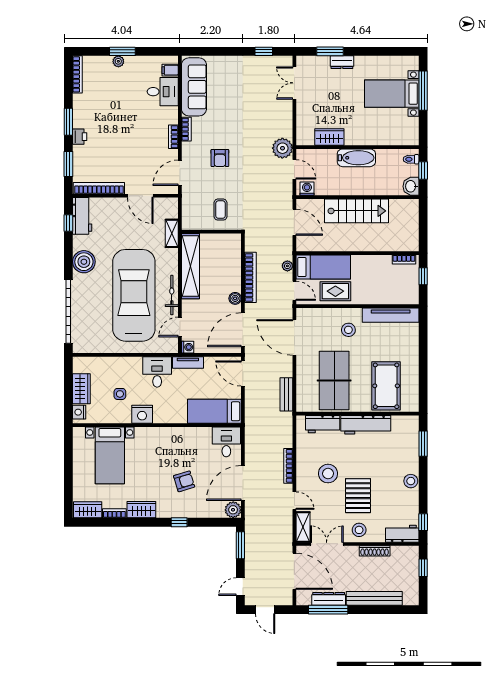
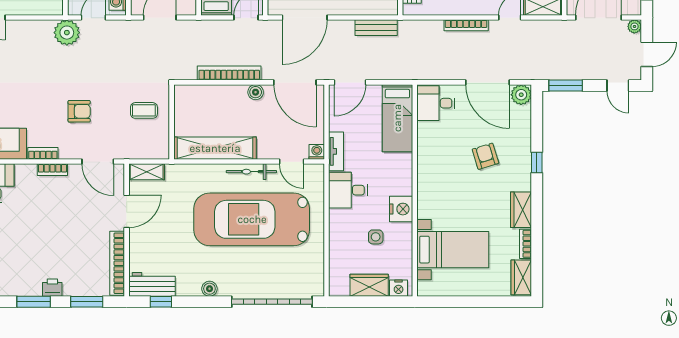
shelving: (172, 233) -> (147, 172), moved
boiler: (84, 262) -> (209, 289), width x0.54, depth x0.54
plant: (287, 266) -> (634, 26), moved

